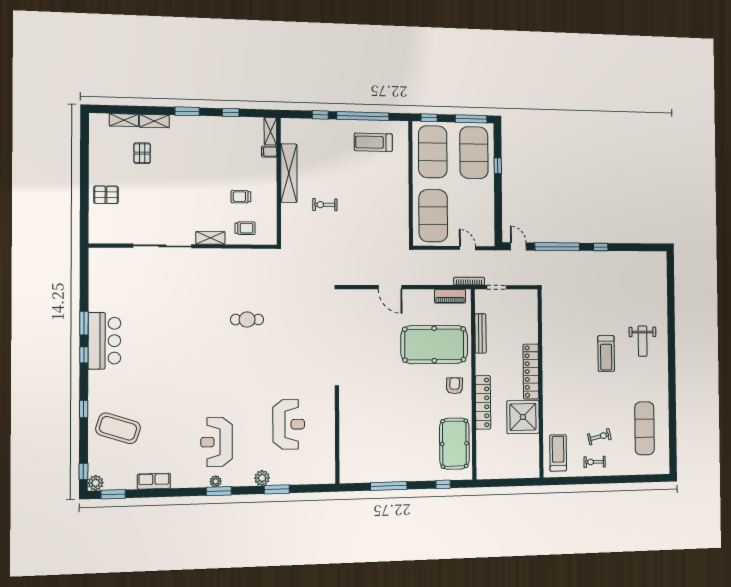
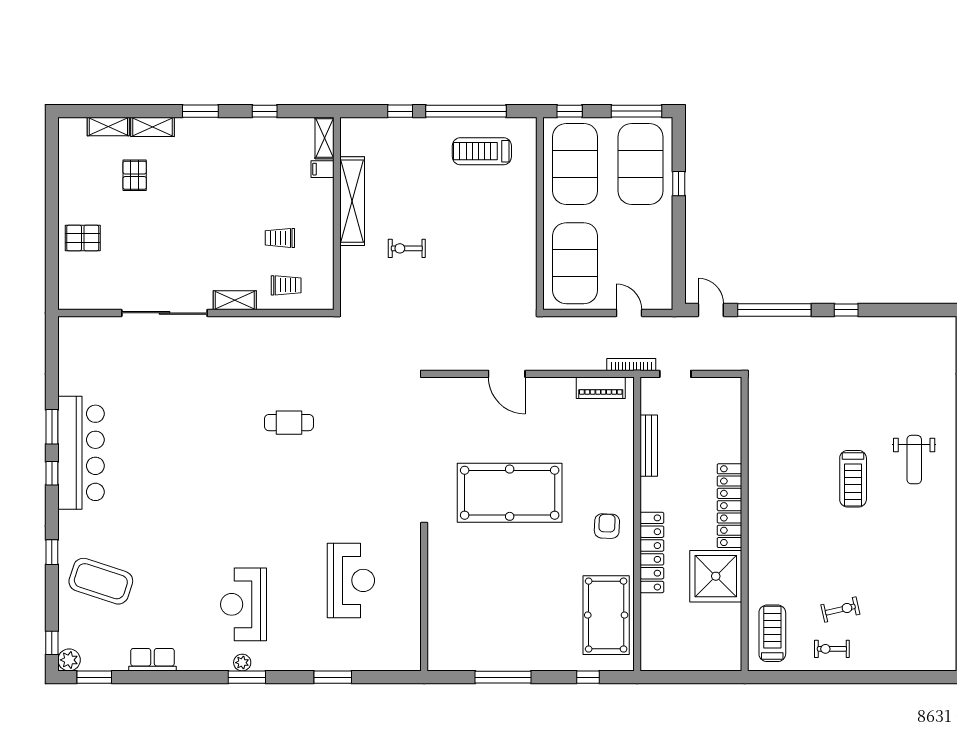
bar counter: (104, 341) -> (81, 453), width x1.36
pool table: (434, 344) -> (510, 493), moved
exercise mat: (644, 428) -> (915, 598), removed
plant: (262, 478) -> (311, 660), removed

